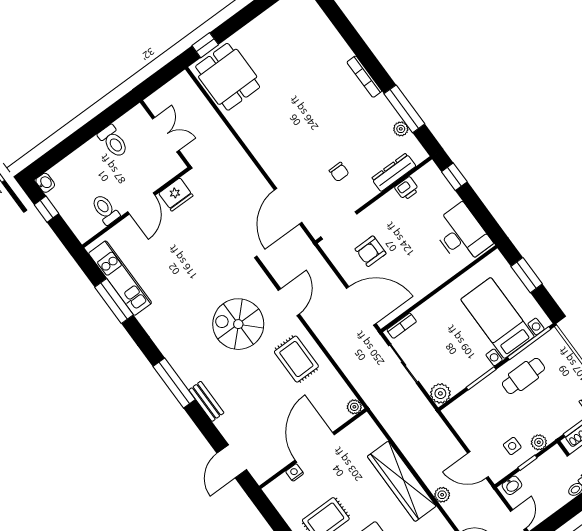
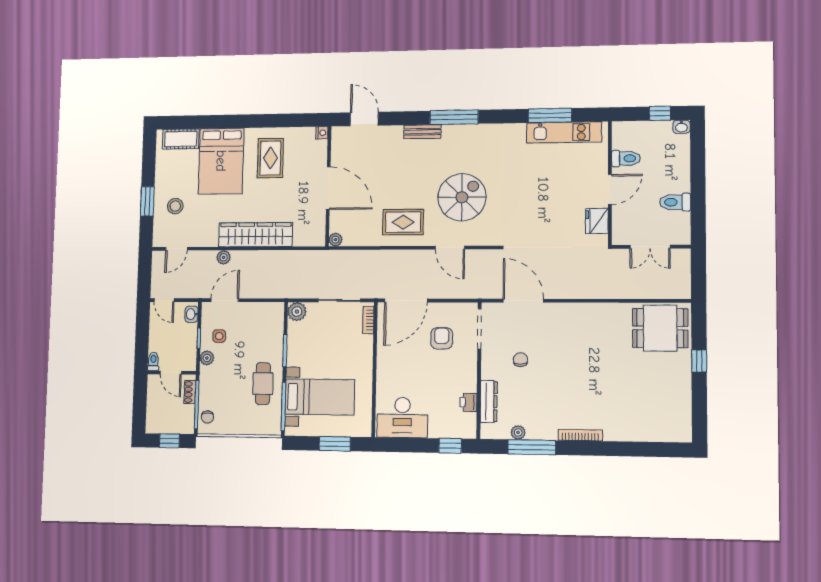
window: (205, 45) -> (699, 361), moved
chair: (339, 172) -> (520, 360), turned 90
door: (141, 203) -> (610, 189), swing flipped
nightstand: (295, 472) -> (322, 133), moved

